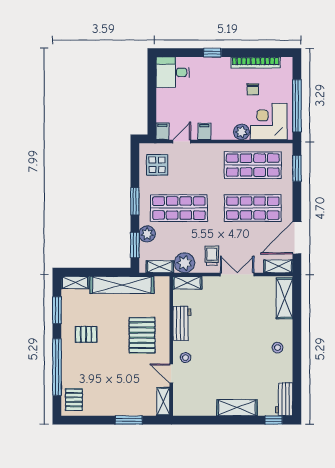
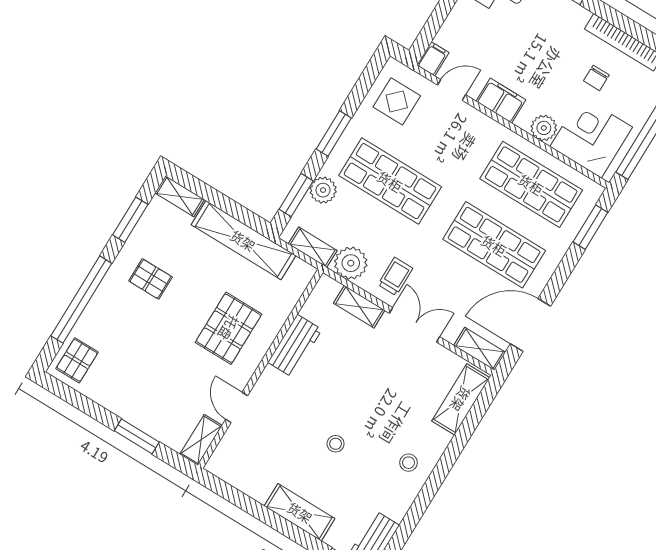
filing cabinet: (204, 131) -> (501, 101), width x2.00
shelving: (187, 283) -> (359, 307), moved
stool: (185, 358) -> (336, 444), moved

